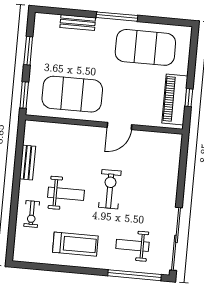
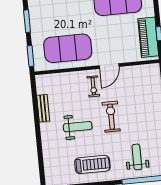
exercise bike: (32, 214) -> (93, 86), moved
weight bench: (132, 245) -> (137, 157), turned 90

